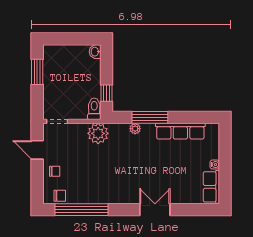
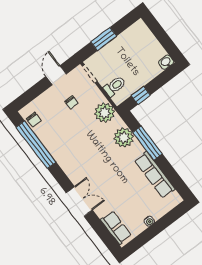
window: (37, 72) -> (104, 39), moved
toilet: (94, 109) -> (115, 86), moved
plant: (135, 129) -> (124, 138), width x1.87, depth x1.87
chair: (55, 171) -> (71, 102), moved
row of seats: (211, 187) -> (116, 228), moved, turned 90

